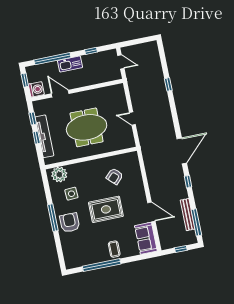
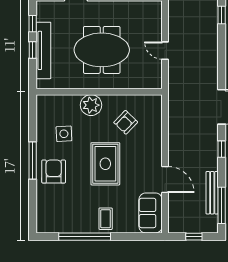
plant: (59, 175) -> (91, 105), moved
rug: (106, 209) -> (105, 164), turned 90

